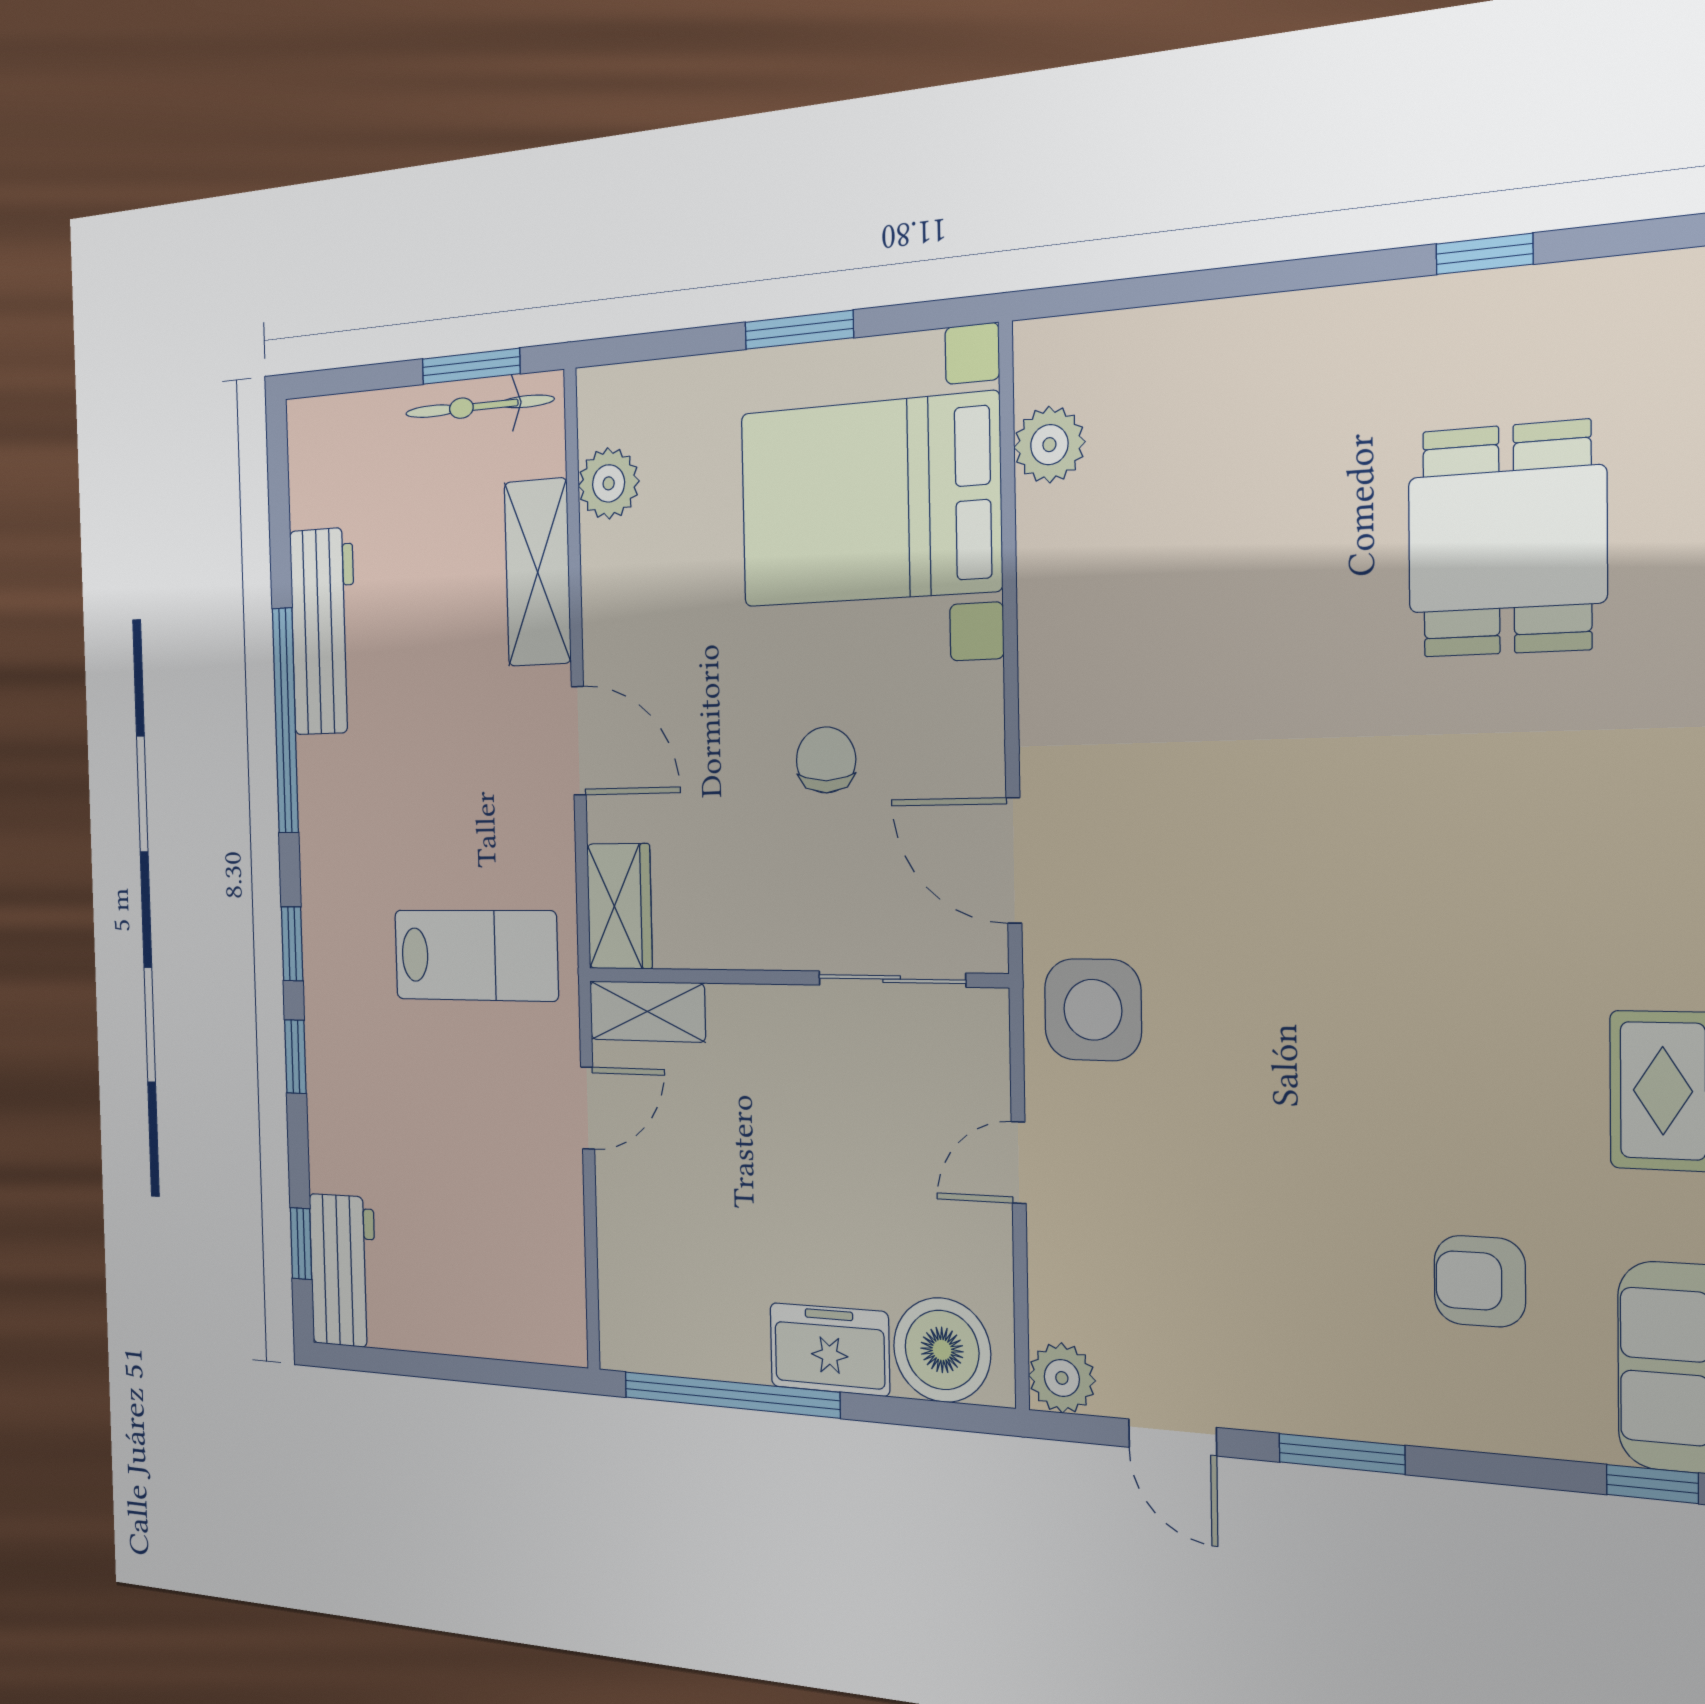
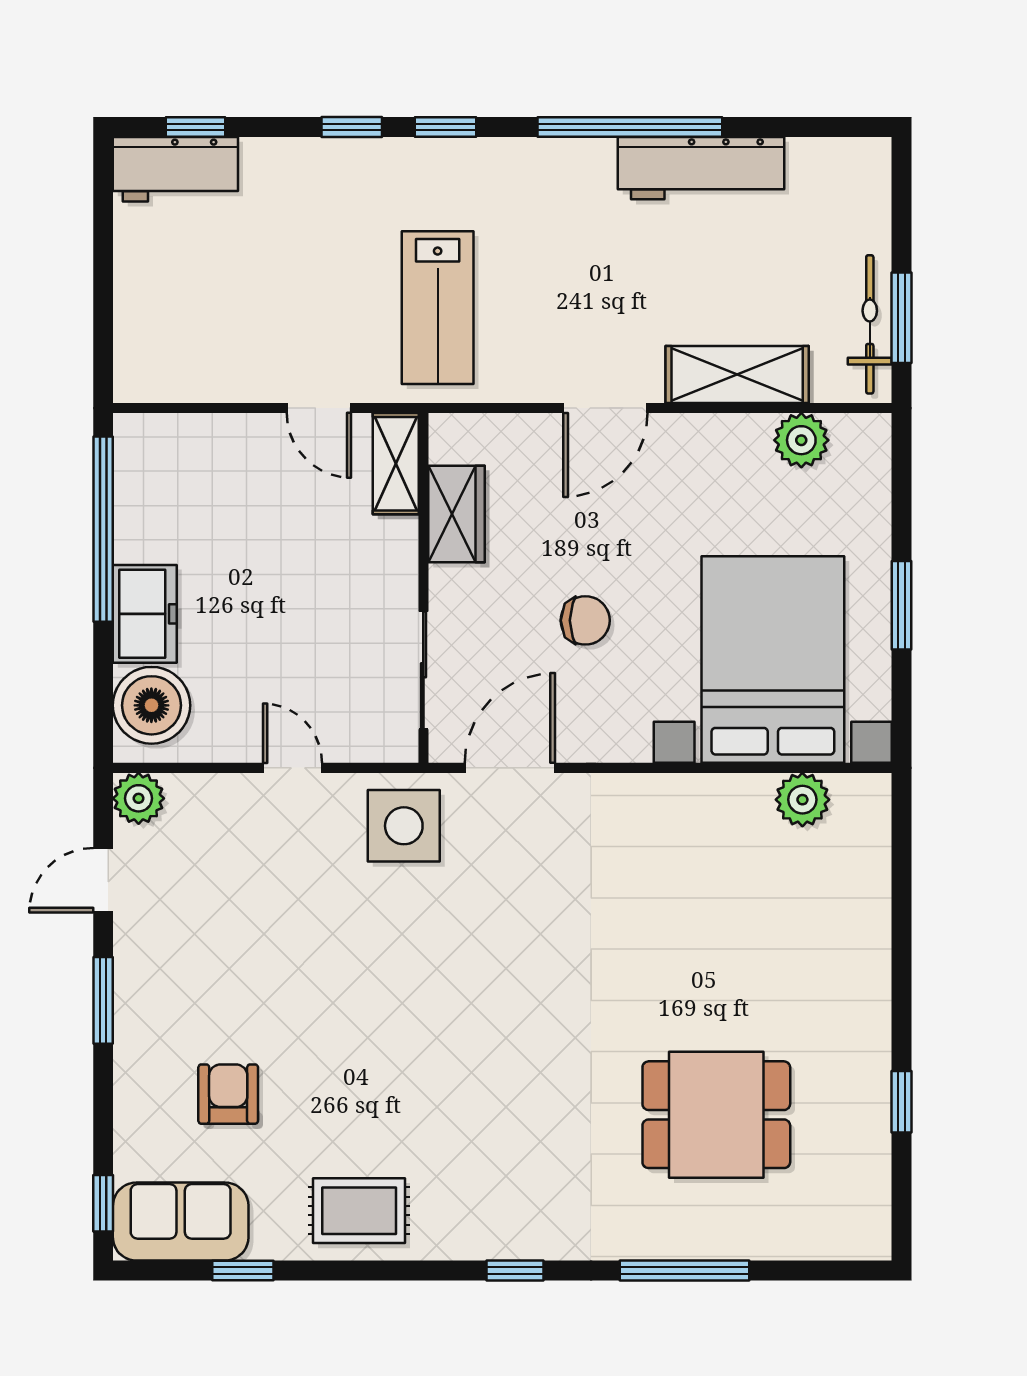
wardrobe: (619, 906) -> (456, 514), moved, turned -90

